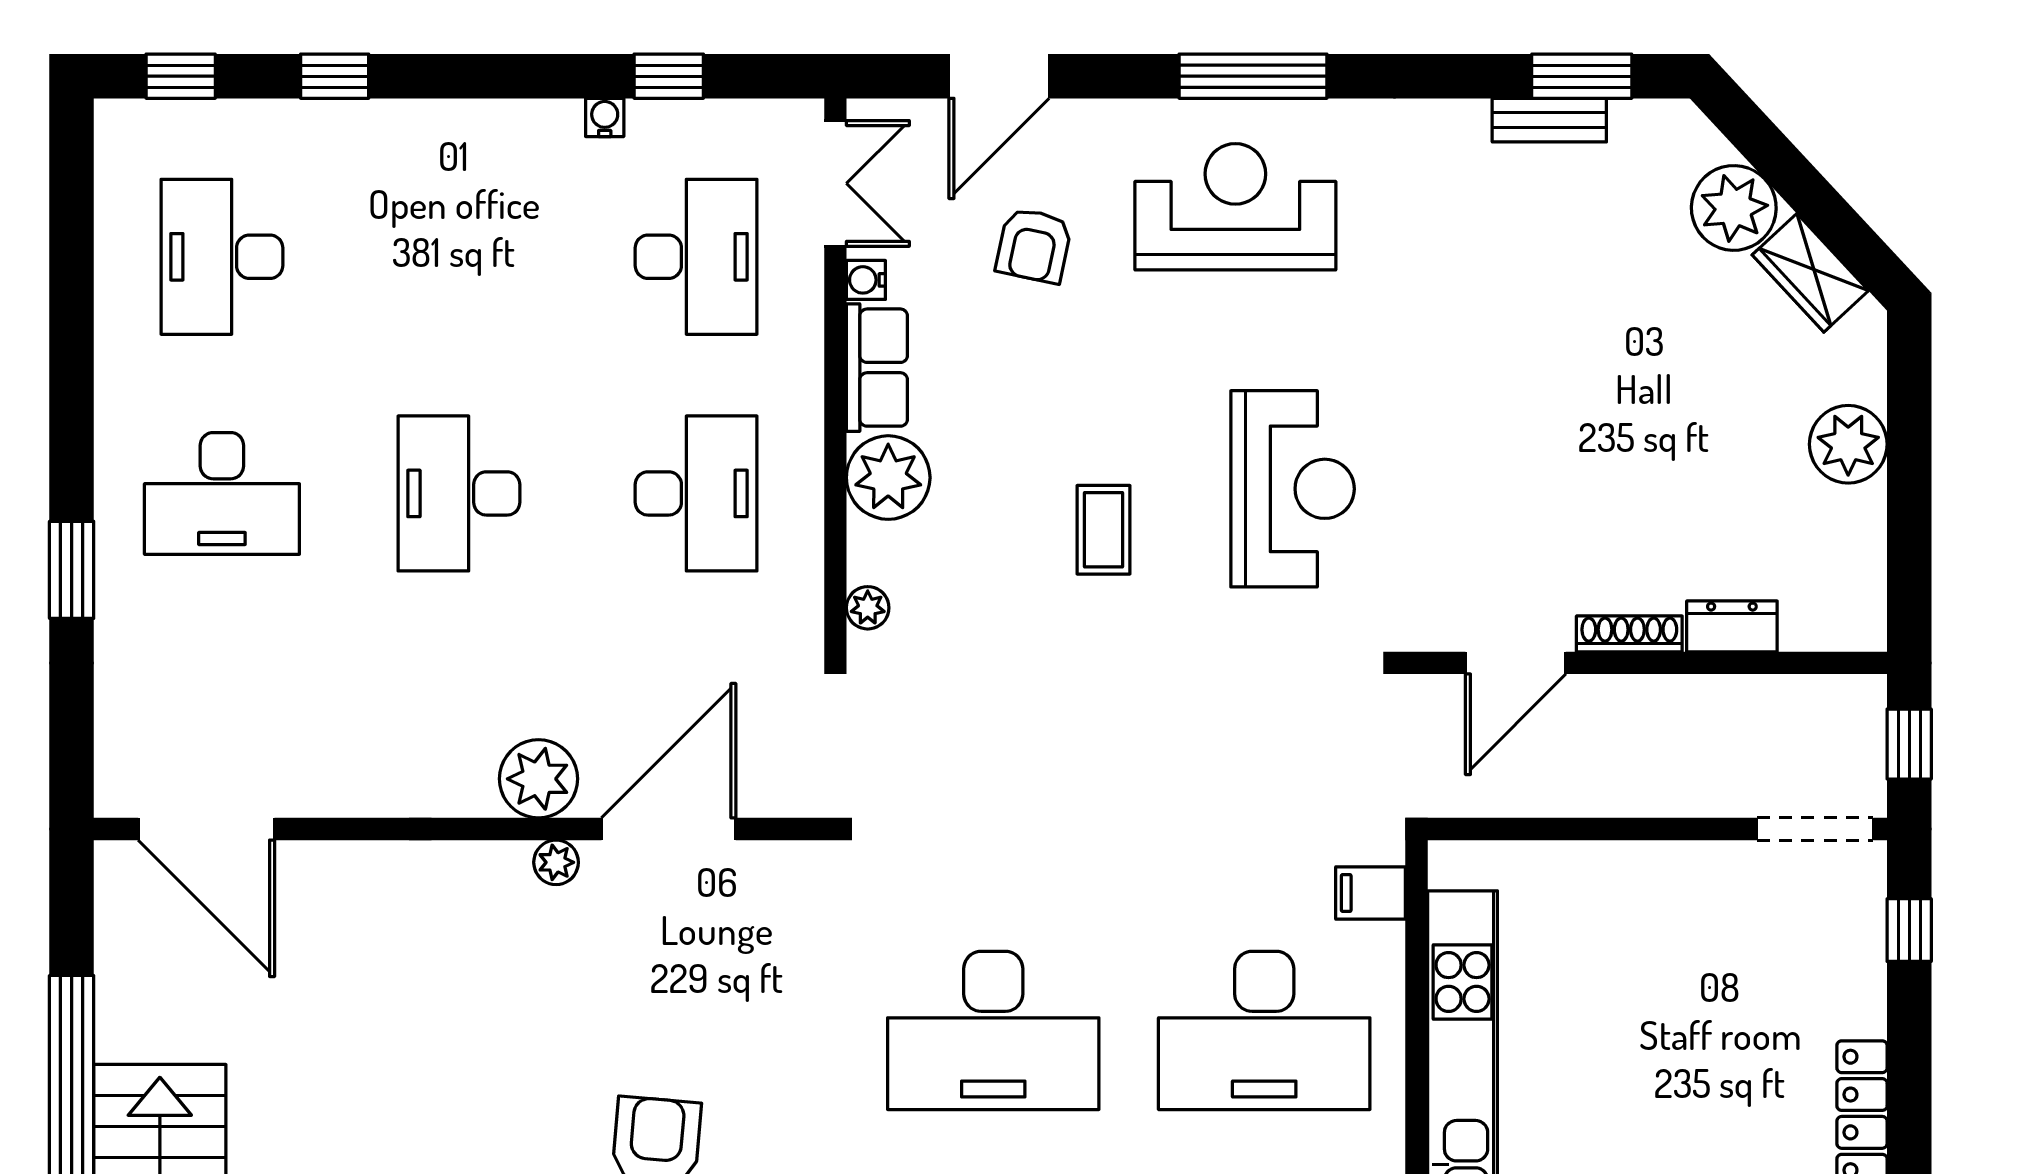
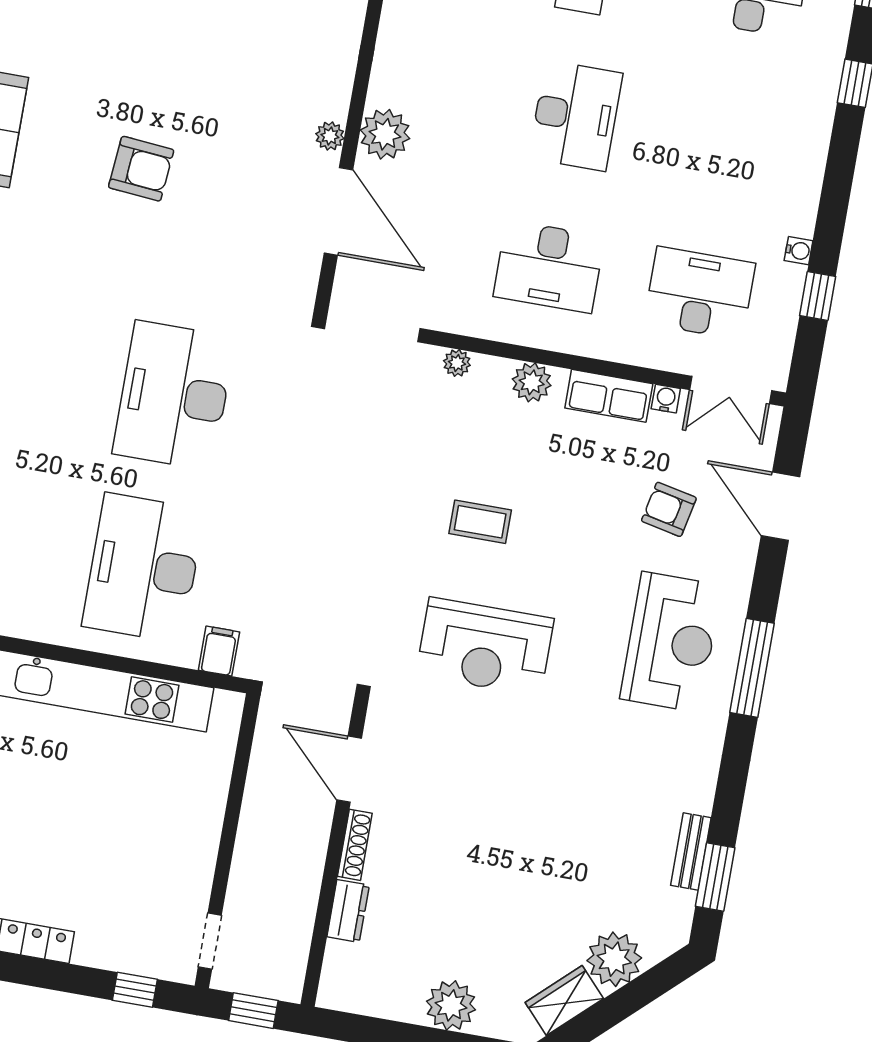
desk: (696, 257) -> (700, 293), turned 180
plant: (888, 478) -> (532, 382), width x0.73, depth x0.73
desk: (459, 493) -> (576, 116), turned 90
doorway: (1815, 829) -> (210, 941), width x0.73

